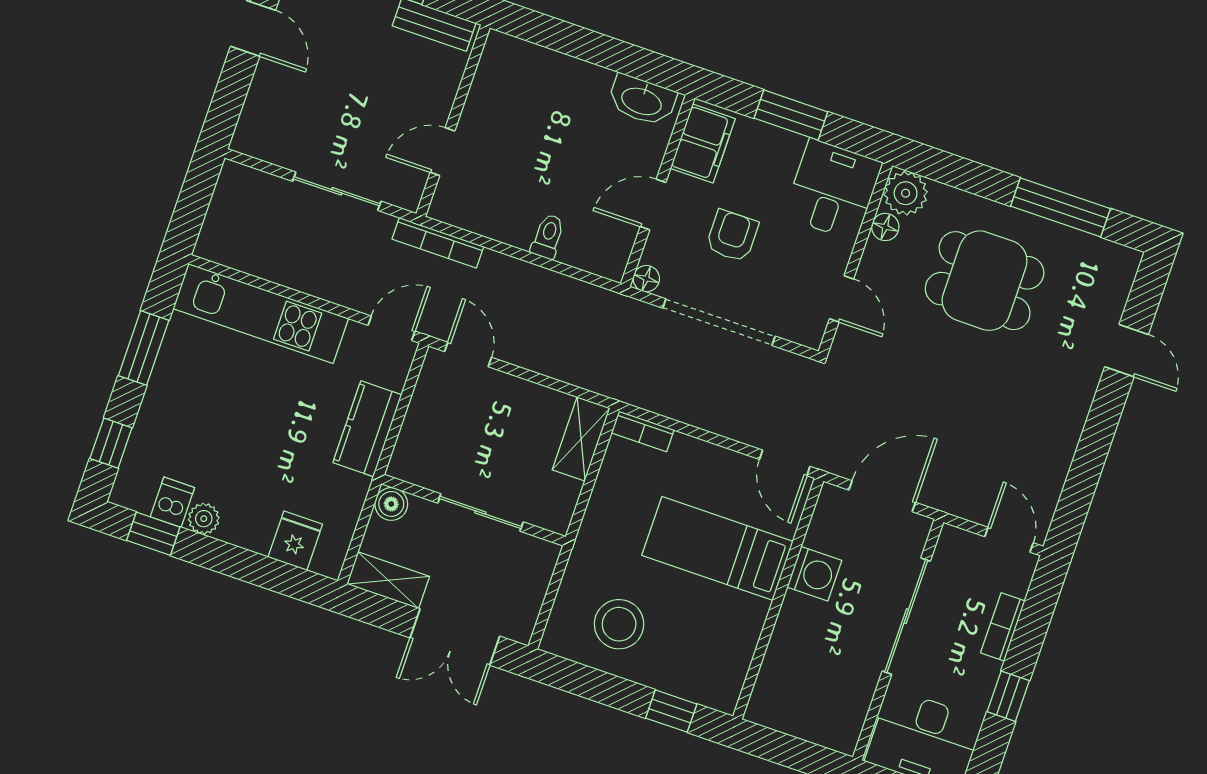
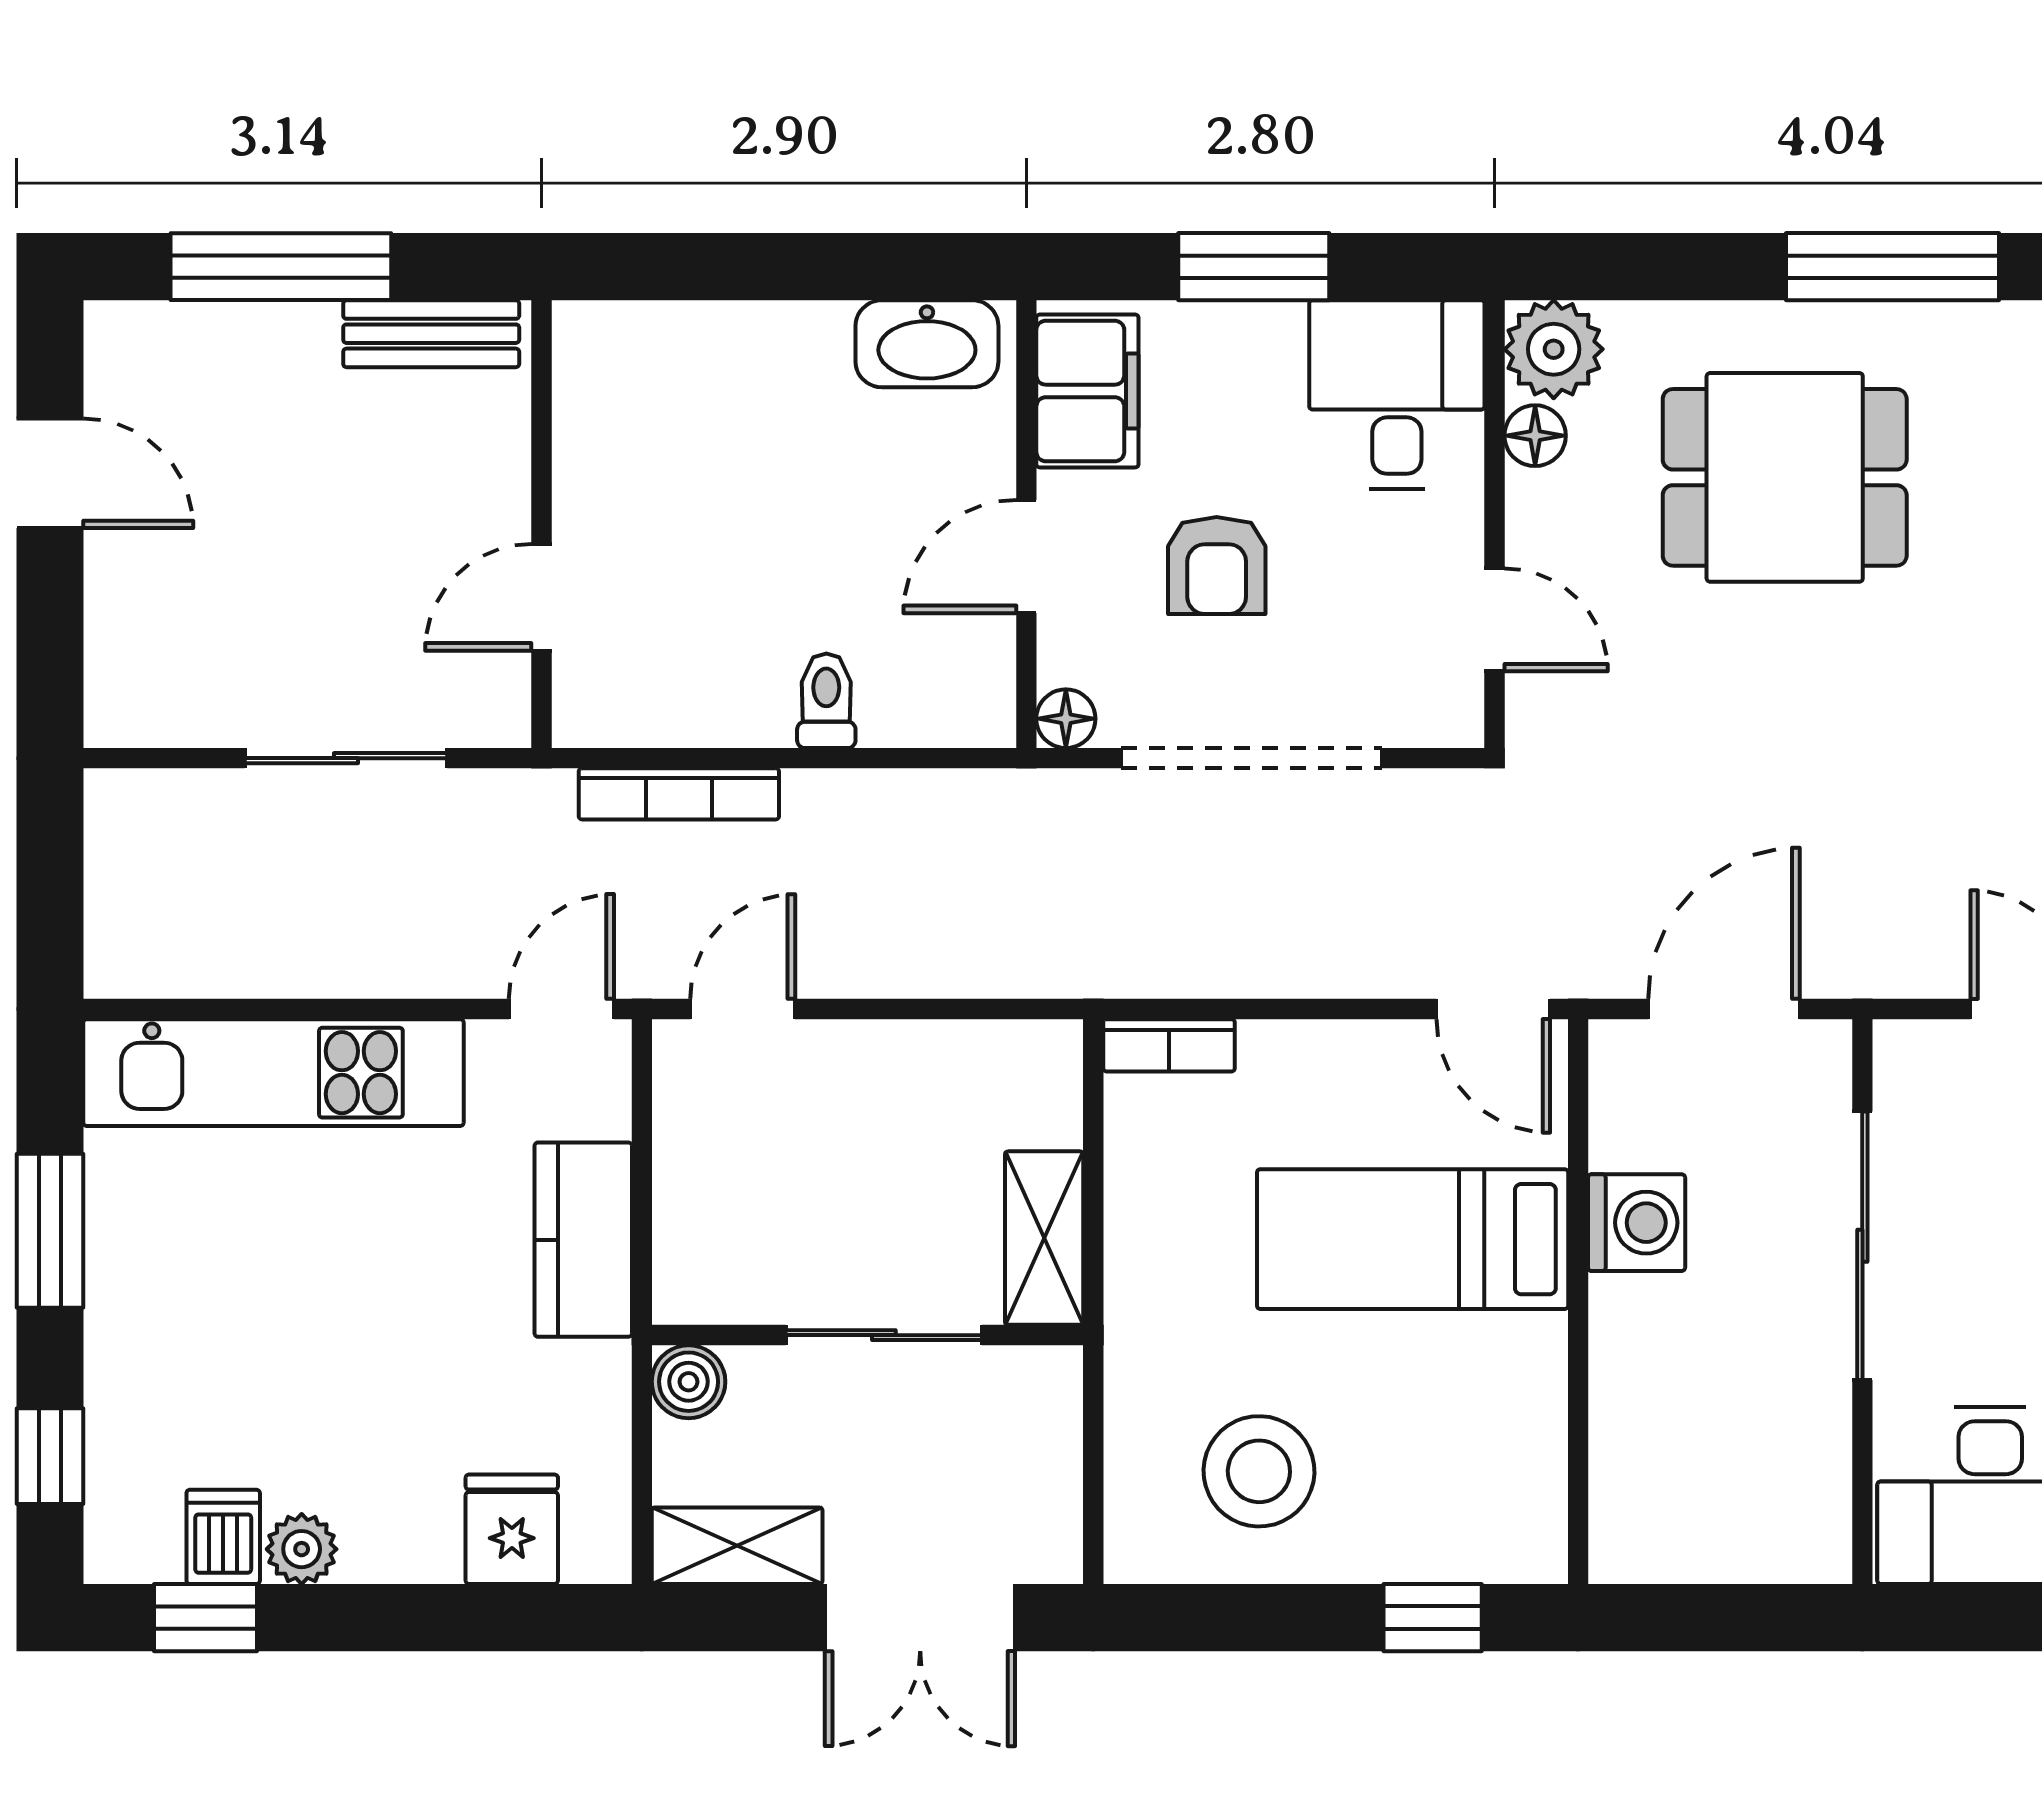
armchair: (732, 236) -> (1217, 565), turned 180
bookcase: (438, 243) -> (679, 794), moved
door: (468, 354) -> (743, 1009), hinge flipped
shelving: (581, 439) -> (1044, 1238), moved

